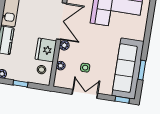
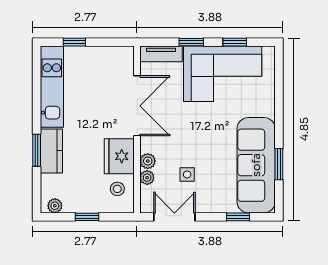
plant: (64, 45) -> (148, 161), moved
double door: (85, 94) -> (174, 217), moved
window: (122, 100) -> (238, 217), moved

